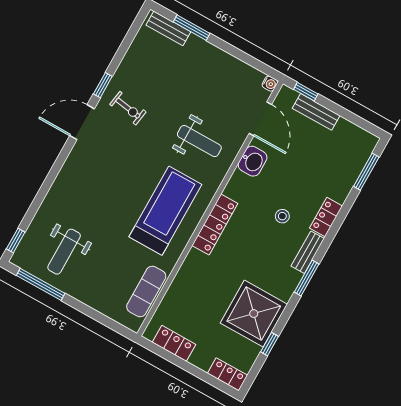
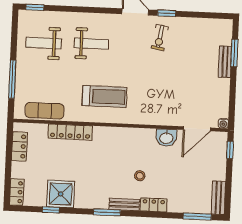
bench: (168, 28) -> (225, 62), moved
bench: (316, 112) -> (218, 198), moved
weight bench: (199, 141) -> (91, 44), moved, turned -90
treadmill: (165, 211) -> (104, 96), width x0.73, depth x0.73
locker: (215, 225) -> (70, 132), moved
window: (41, 284) -> (12, 79), moved
shower: (254, 314) -> (61, 194), width x0.73, depth x0.73

